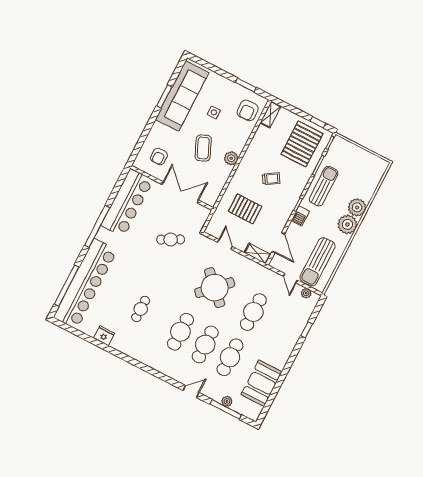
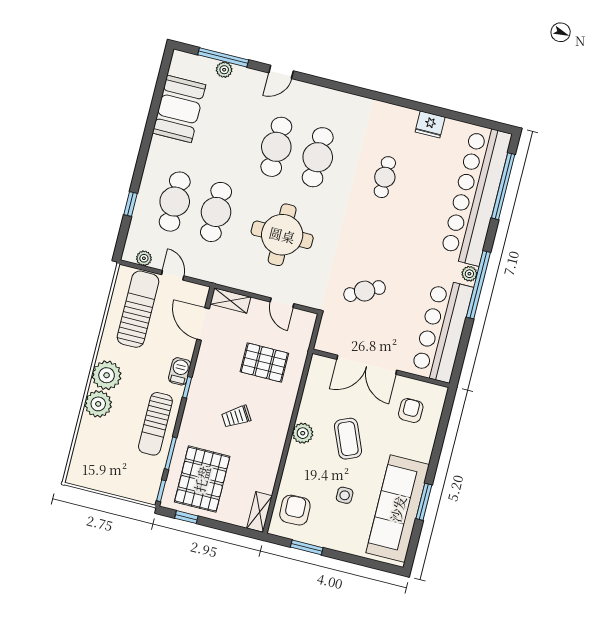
plant: (101, 235) -> (469, 274), added
round table: (215, 288) -> (282, 235), turned 45
cafe table: (230, 357) -> (175, 202), moved

